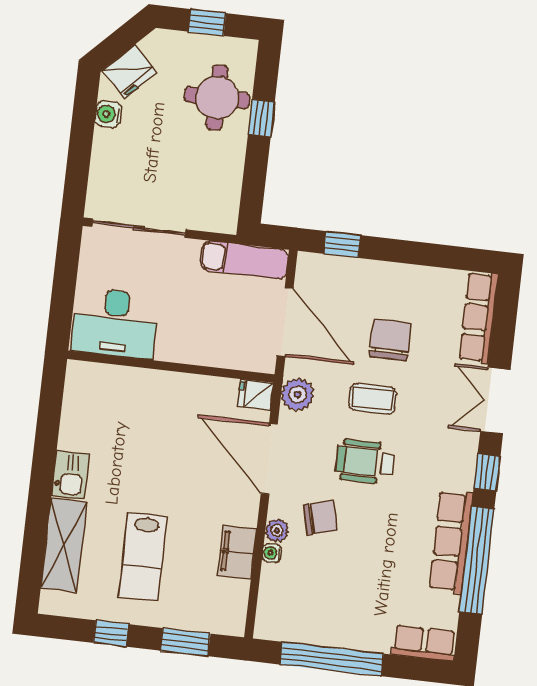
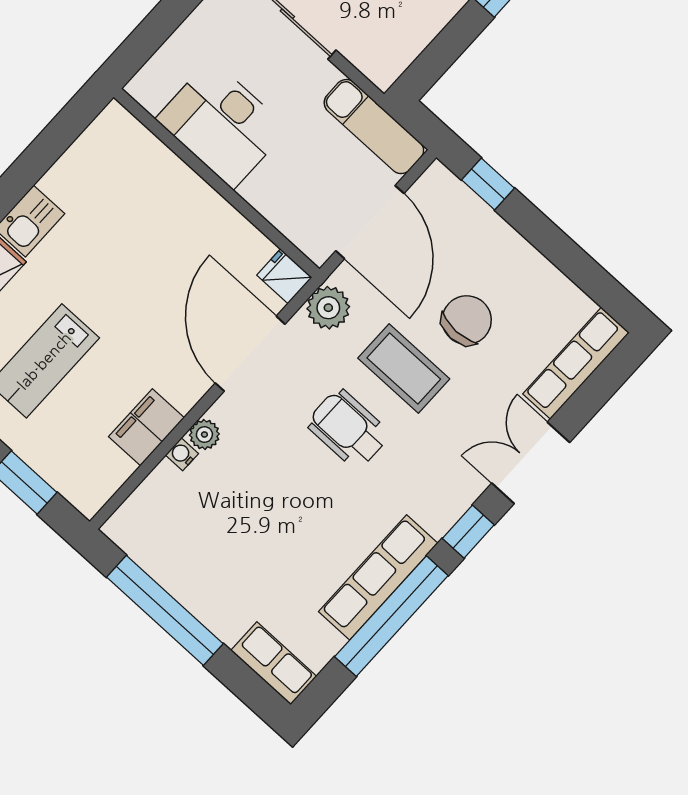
desk: (115, 323) -> (222, 124), moved
coffee table: (373, 399) -> (404, 369), width x1.36, depth x1.30
chair: (320, 518) -> (259, 454), removed

